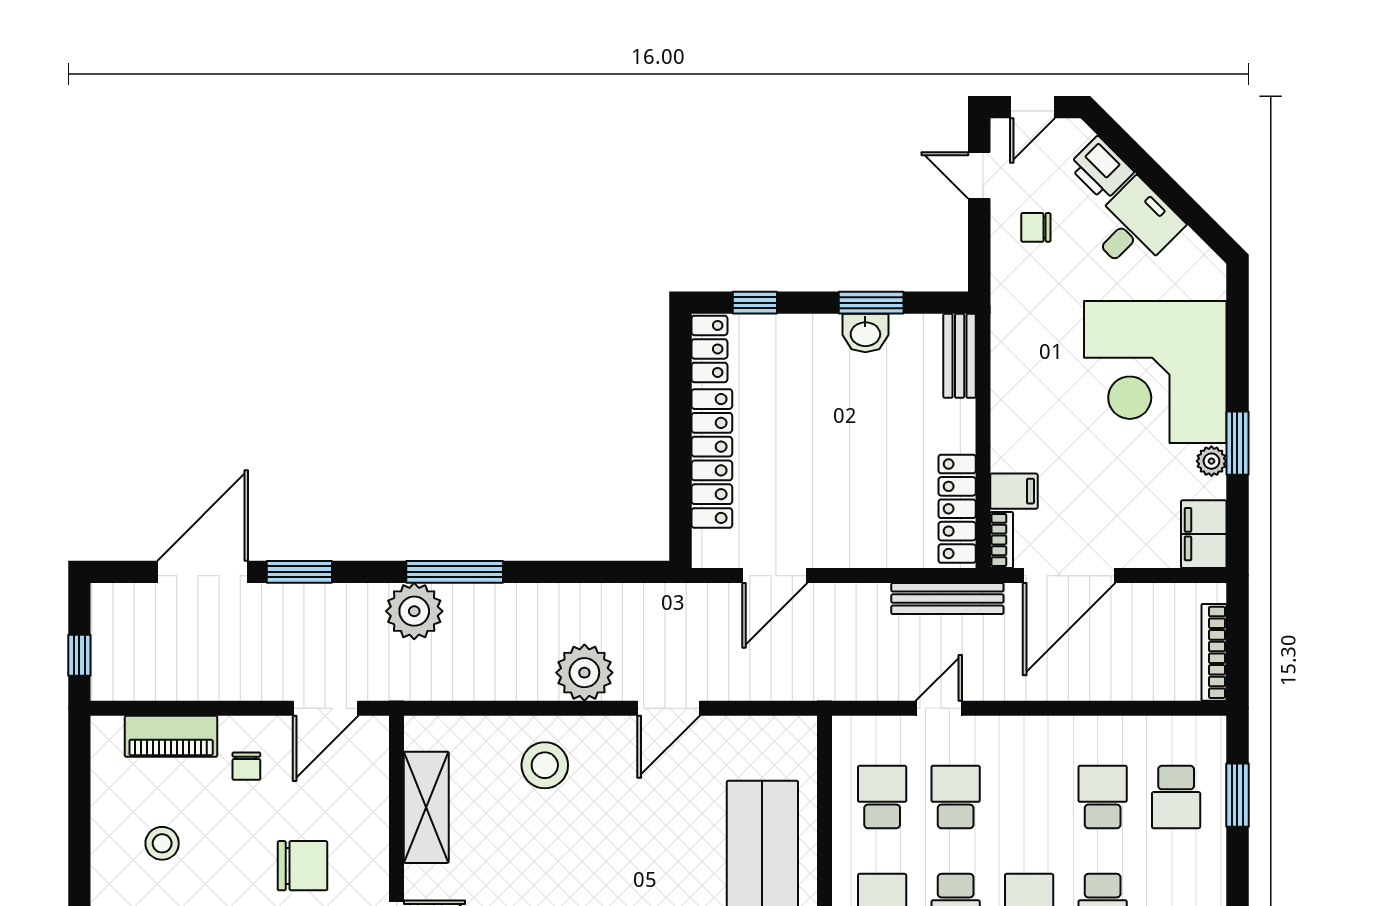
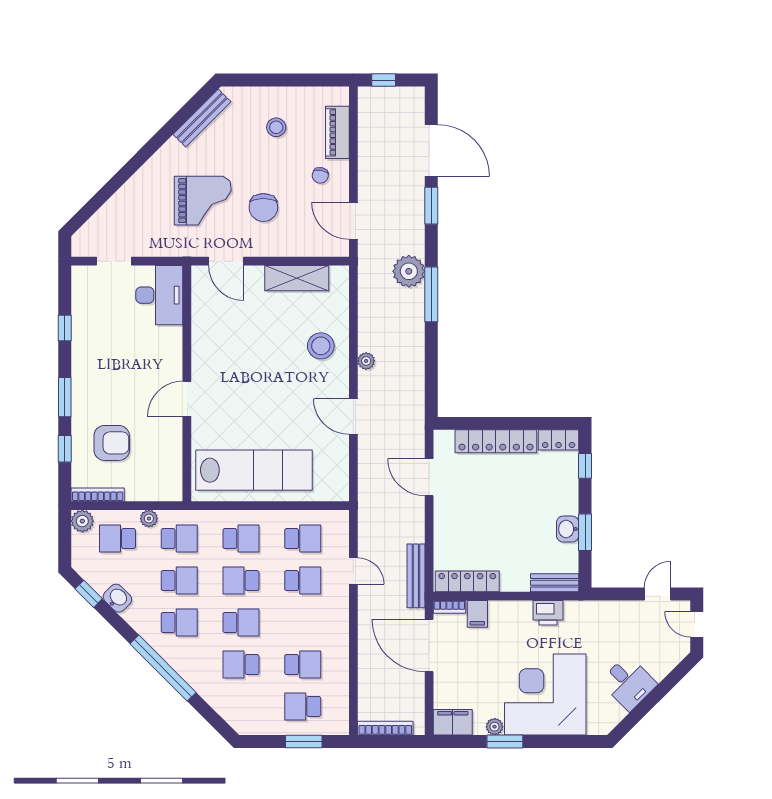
printer: (1101, 169) -> (548, 613), moved, turned -135
chair: (1036, 227) -> (628, 626), removed
plant: (584, 673) -> (366, 361), width x0.53, depth x0.53
chair: (246, 766) -> (320, 175), turned -80

